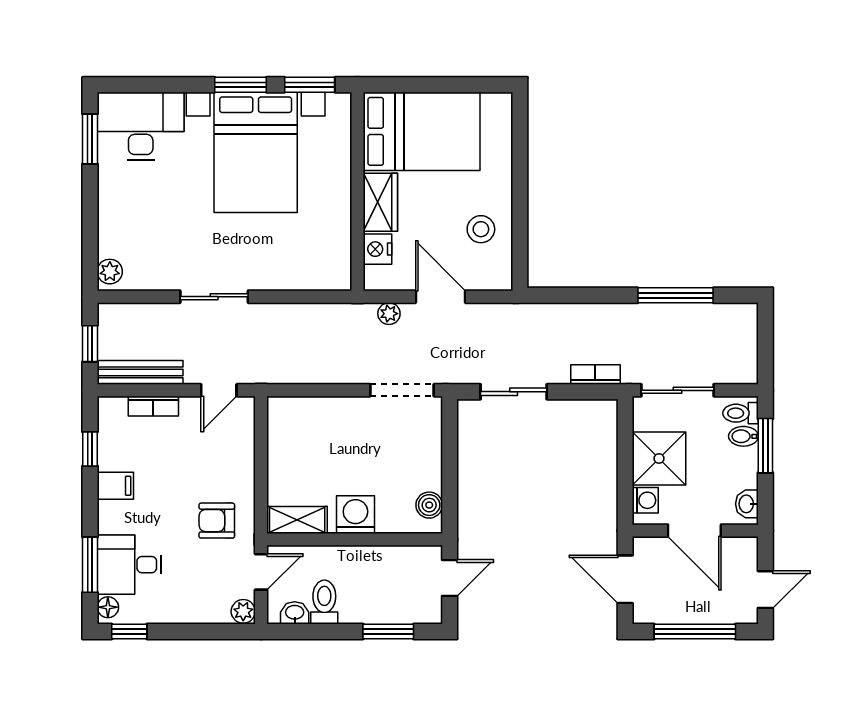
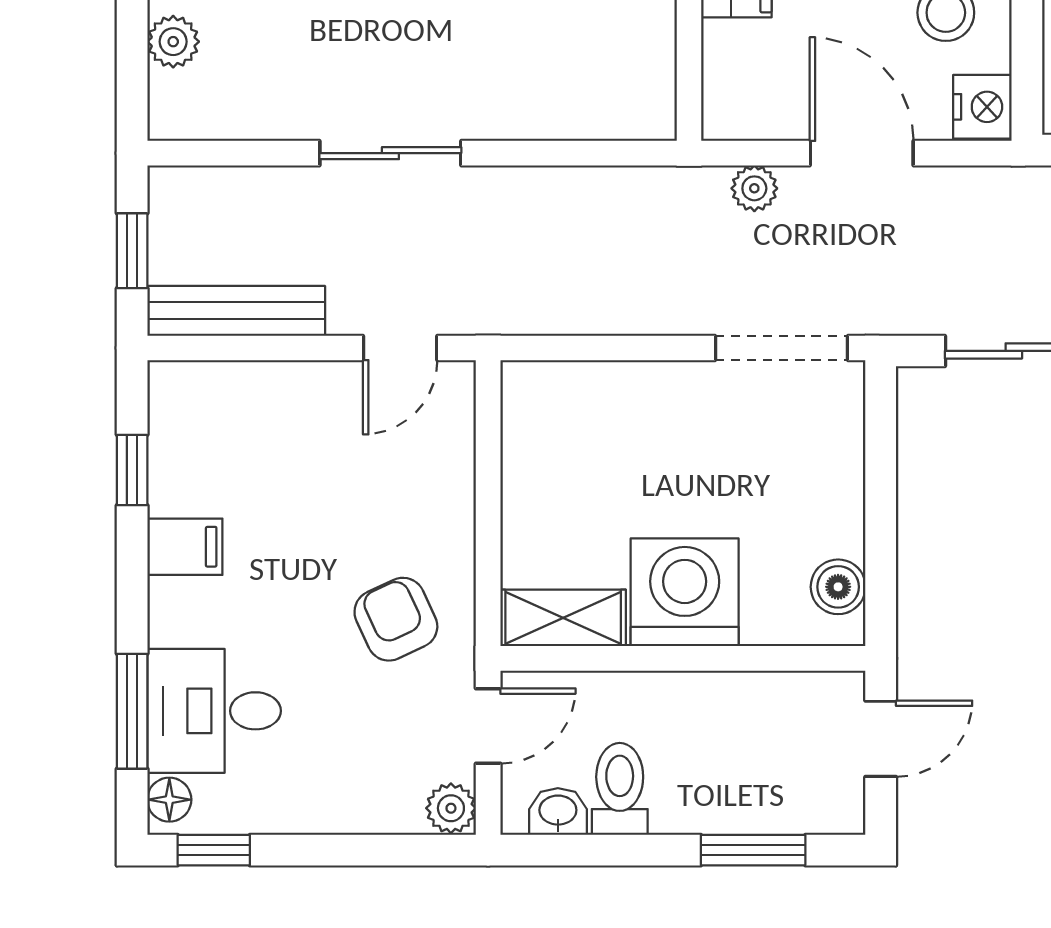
nightstand: (377, 249) -> (982, 107), moved, turned 180
plant: (110, 272) -> (173, 42), moved
bookcase: (153, 406) -> (264, 381), removed
washing machine: (355, 515) -> (685, 592), width x1.37, depth x1.37
armchair: (217, 521) -> (396, 619), turned 65

